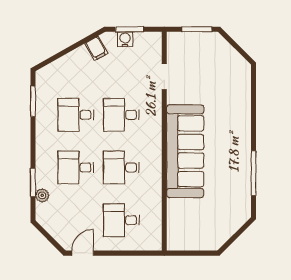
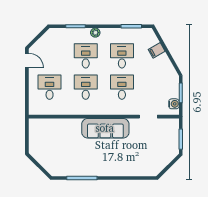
water cooler: (125, 39) -> (174, 104), moved
filing cabinet: (96, 48) -> (157, 50), moved
sofa: (185, 151) -> (105, 128), width x0.74, depth x0.79
plant: (42, 195) -> (95, 33), moved

